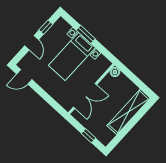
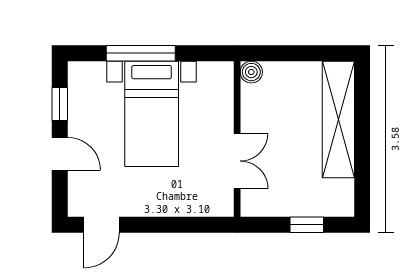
window: (86, 34) -> (141, 53), width x1.44
double door: (85, 96) -> (237, 161), width x0.73

